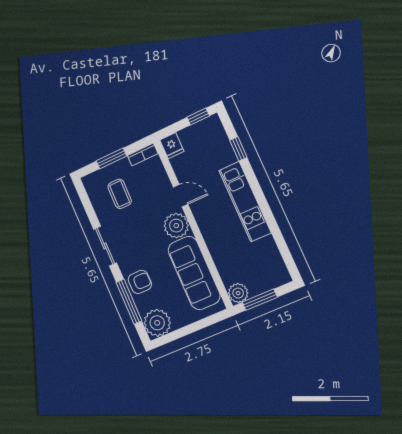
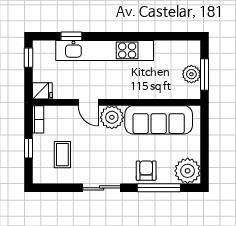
window: (111, 158) -> (29, 148), width x0.67
coffee table: (120, 194) -> (62, 155), turned 90
door: (181, 196) -> (88, 102), swing flipped
kitchen unit: (245, 202) -> (105, 50), width x1.36
plant: (238, 293) -> (191, 74), moved

